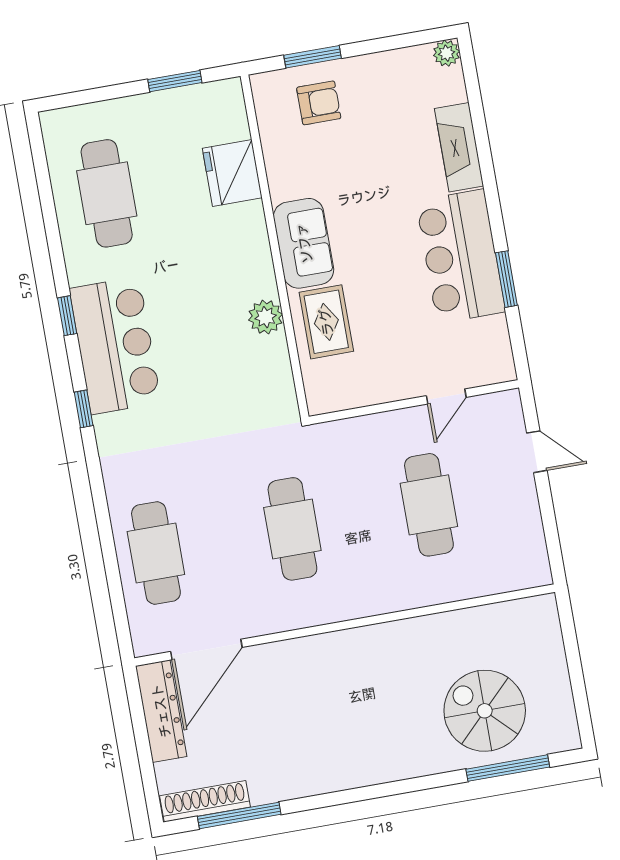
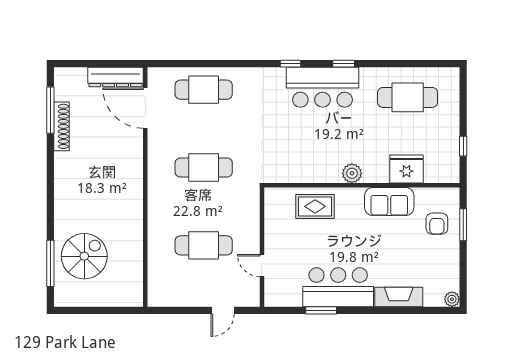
window: (175, 81) -> (463, 146), width x0.67
sofa: (304, 243) -> (389, 202), moved
plant: (266, 317) -> (352, 173), moved
shoe rack: (205, 801) -> (61, 126), moved

